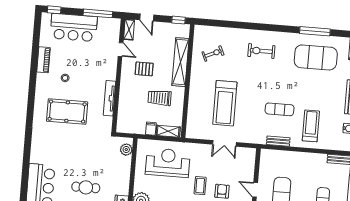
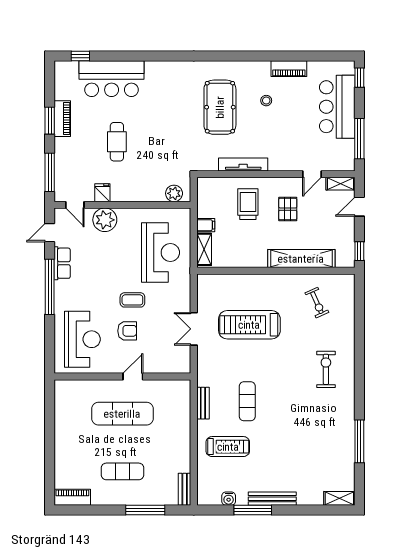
exercise mat: (316, 57) -> (323, 445), removed
trolley: (160, 98) -> (248, 204), moved

